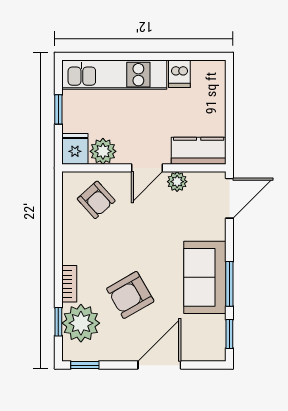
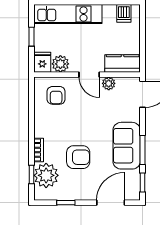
dishwasher: (179, 74) -> (124, 13), moved
door: (147, 168) -> (89, 75), hinge flipped
armchair: (96, 200) -> (56, 95), turned 42
armchair: (130, 295) -> (78, 157), turned -150
window: (85, 365) -> (66, 203), moved
door: (159, 365) -> (111, 203), moved

